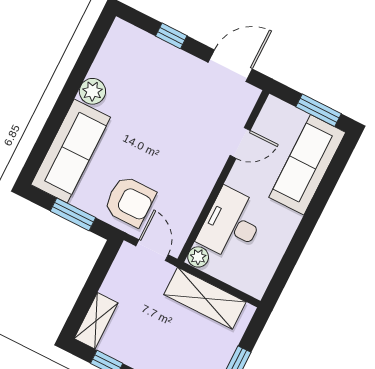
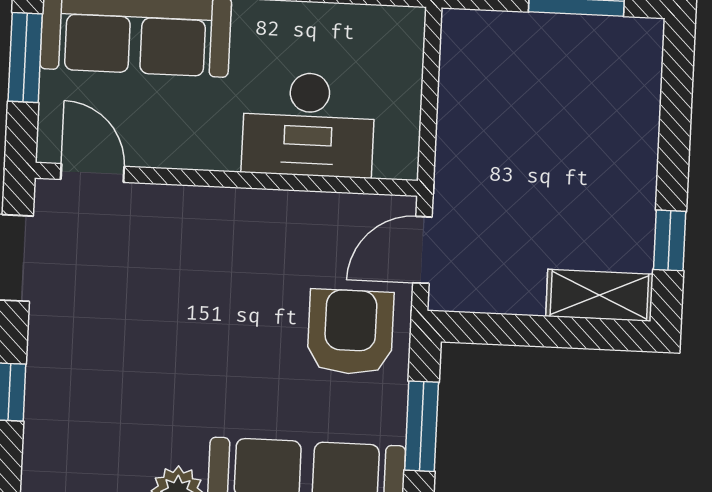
door: (240, 143) -> (92, 173), moved
plant: (198, 257) -> (397, 159), removed
shelving: (205, 298) -> (468, 112), removed

